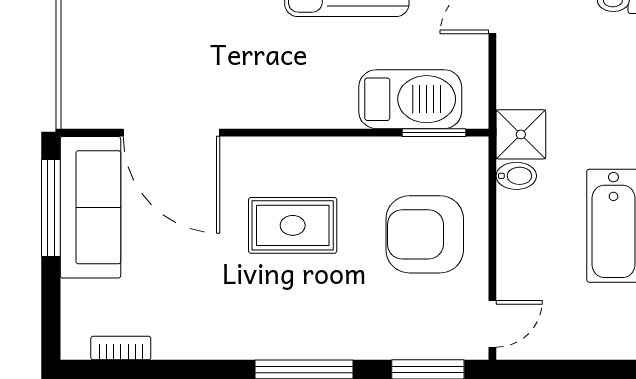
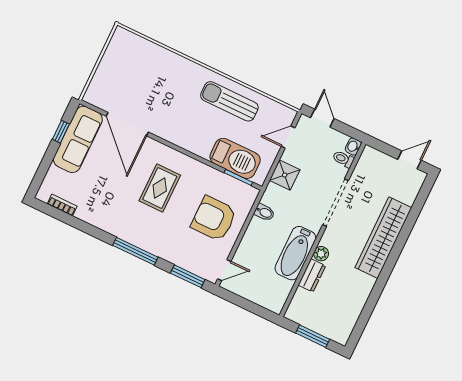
shower: (521, 134) -> (285, 175), moved
window: (51, 208) -> (61, 132), width x0.46
rug: (293, 225) -> (160, 188), turned 90

